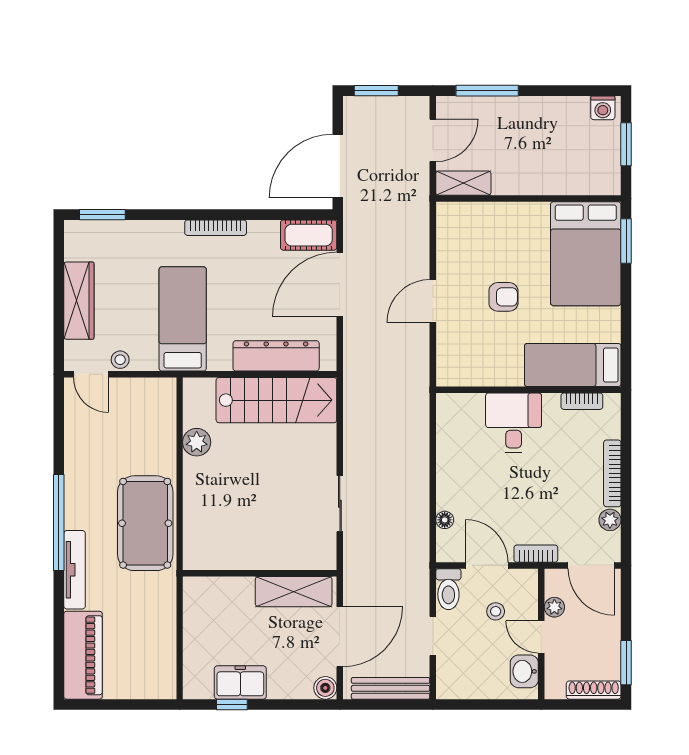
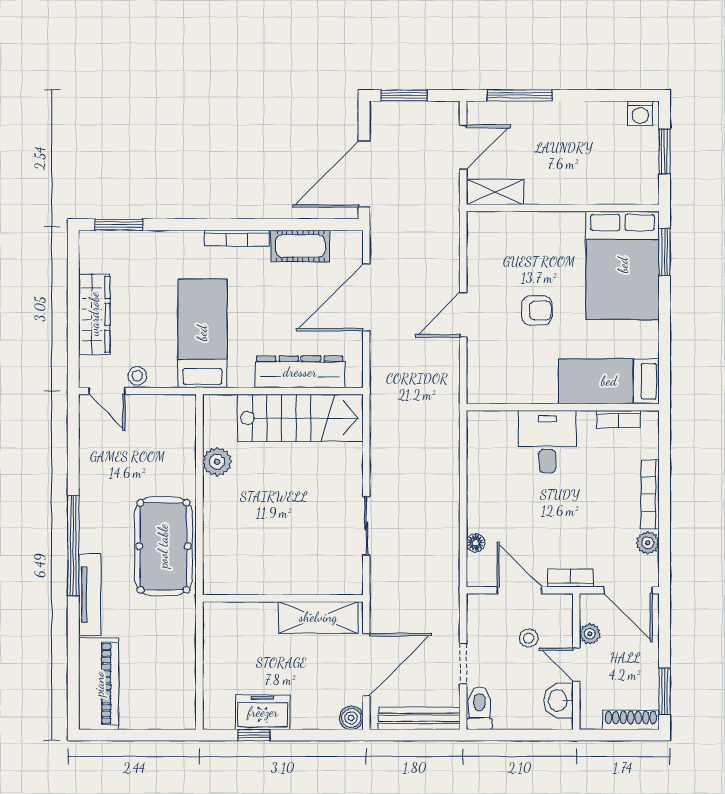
cot: (309, 235) -> (300, 246), moved
toilet: (448, 589) -> (479, 708), moved, turned 180

